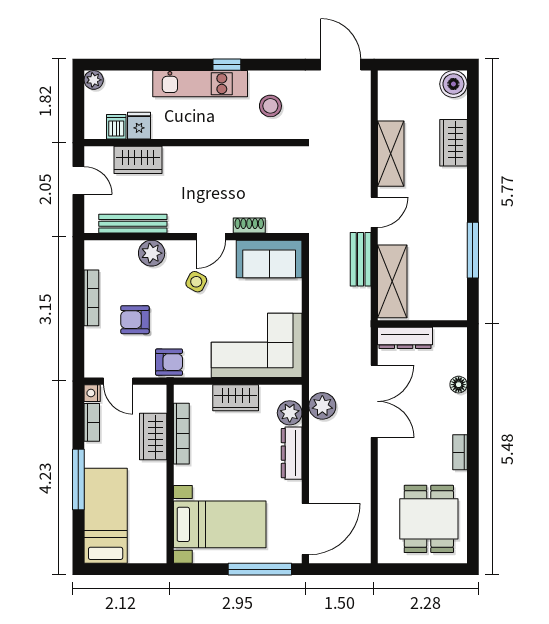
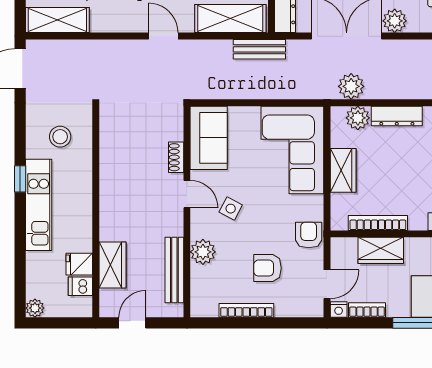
shelving: (391, 154) -> (57, 20), moved
bench: (361, 259) -> (259, 49), moved
armchair: (135, 320) -> (267, 268), turned 90
plant: (390, 451) -> (395, 21), added

